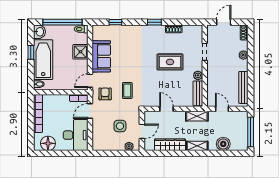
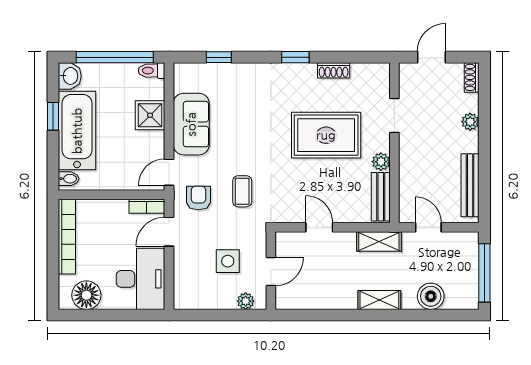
rug: (170, 62) -> (326, 135), width x1.36, depth x1.43
wardrobe: (170, 145) -> (326, 298), removed

